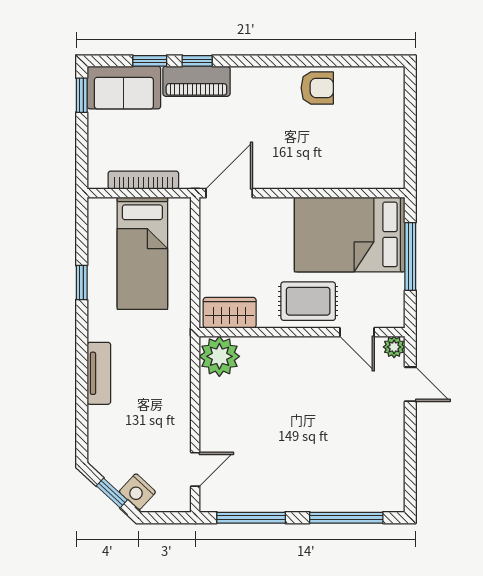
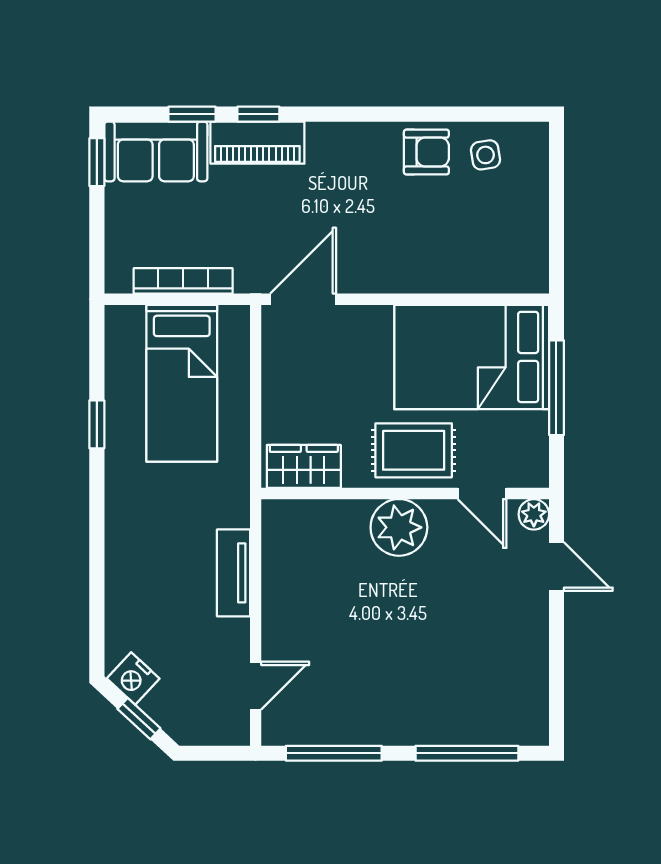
side table: (360, 90) -> (485, 155), added
plant: (219, 356) -> (399, 527), moved
tv unit: (99, 373) -> (233, 573), moved, turned 180
nightstand: (137, 492) -> (133, 678), moved

